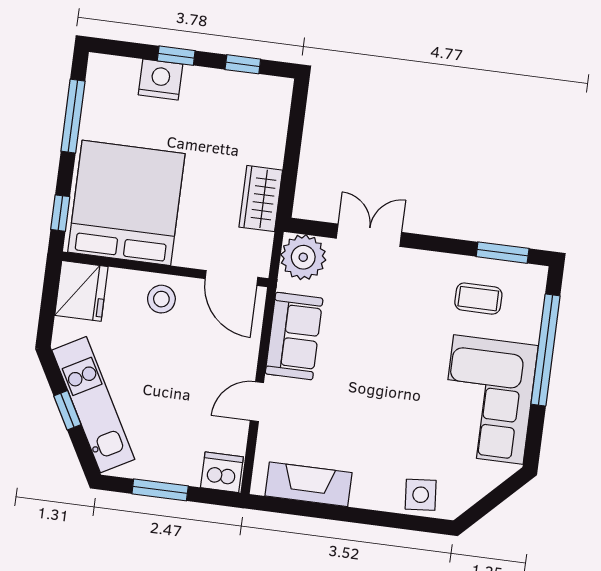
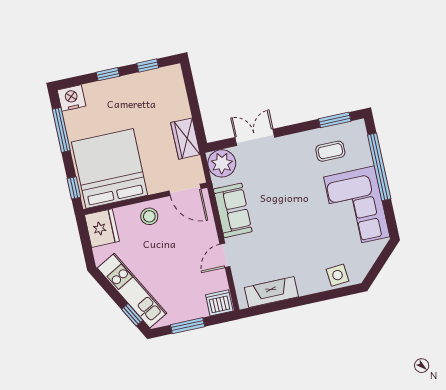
nightstand: (160, 79) -> (72, 98), moved
window: (67, 410) -> (132, 315), moved

